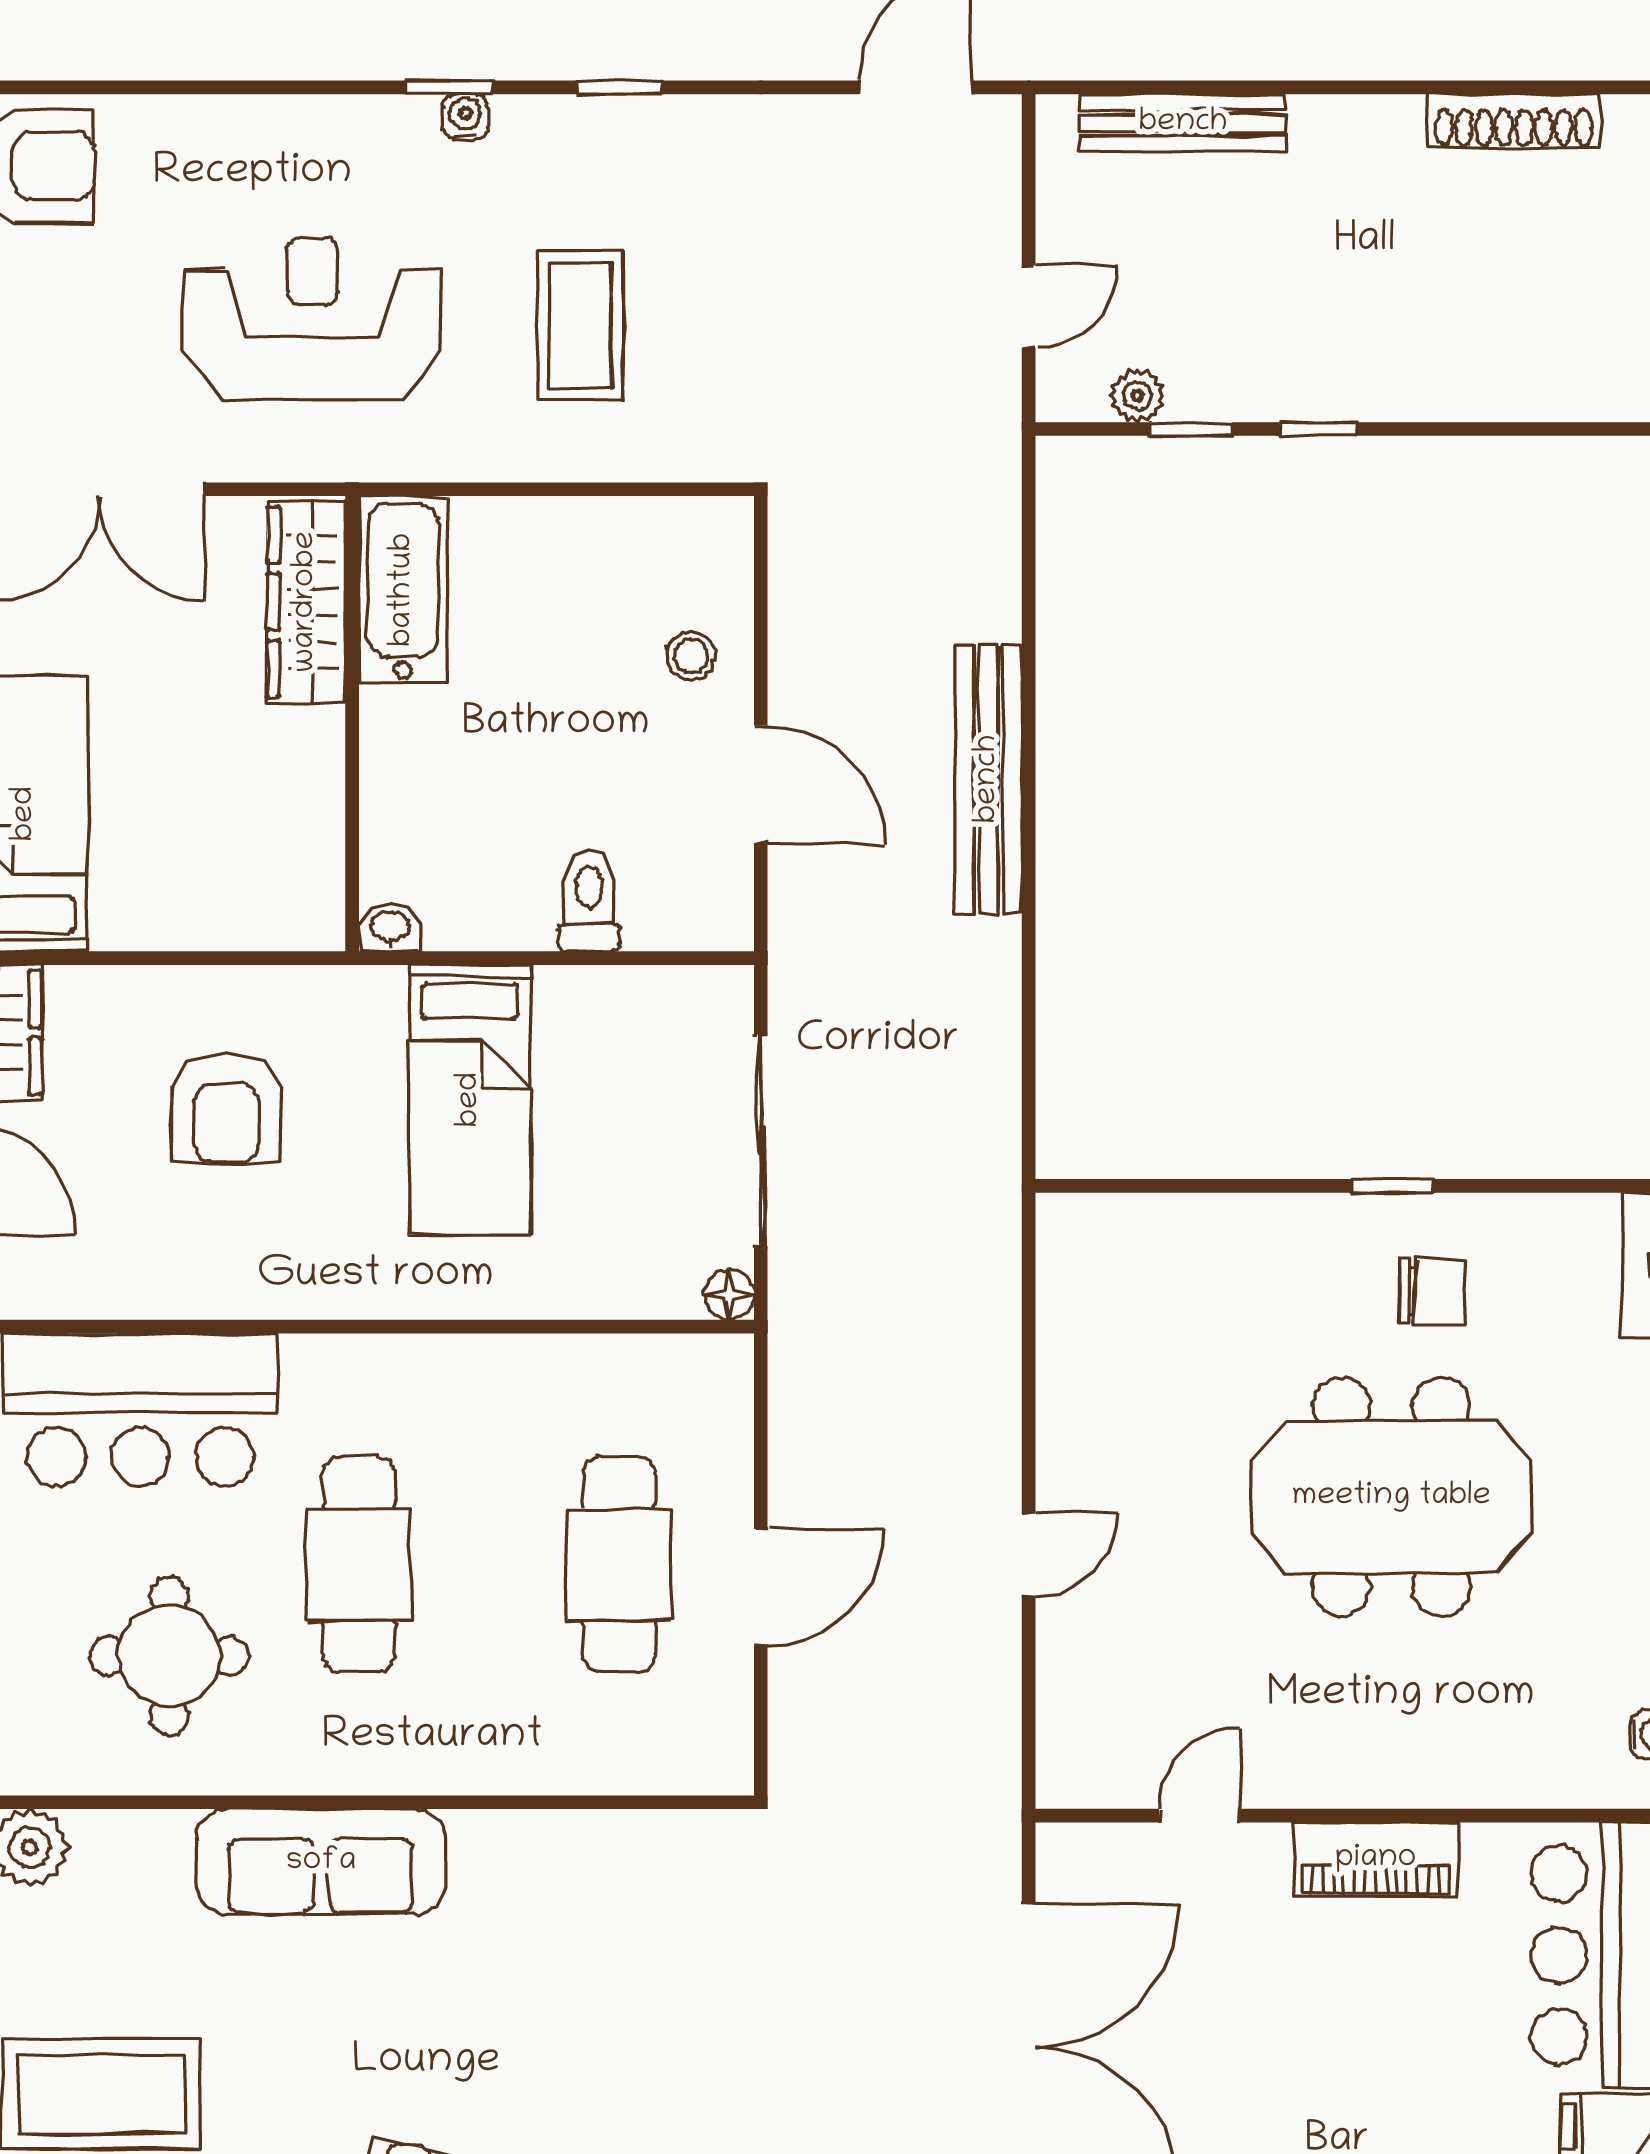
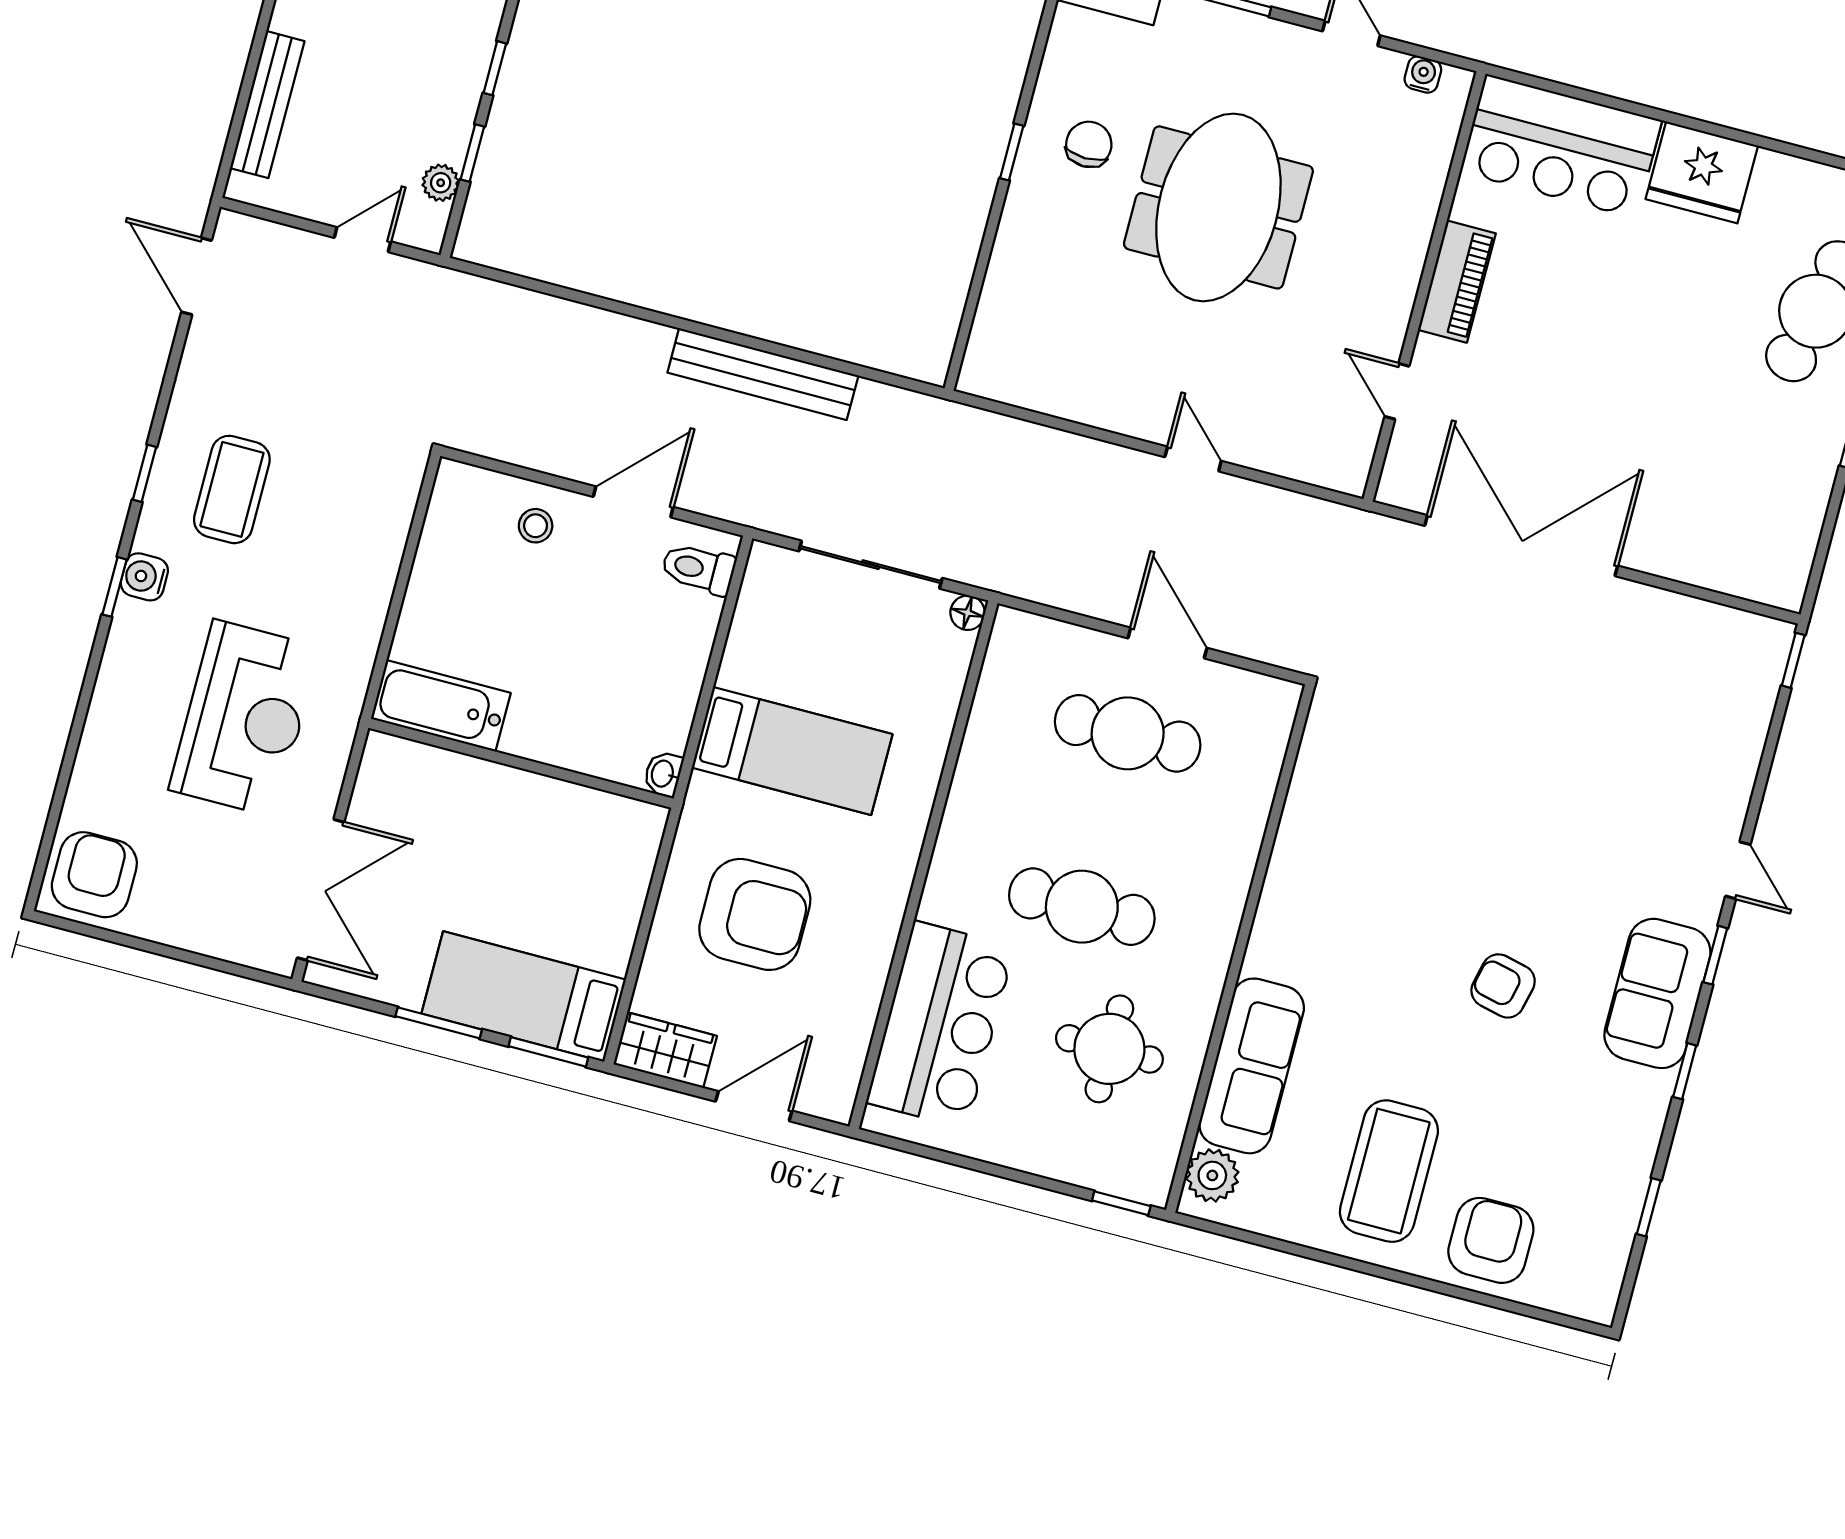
water cooler: (465, 117) -> (144, 577), width x1.38, depth x1.38
door: (1029, 307) -> (362, 240), hinge flipped
reception desk: (313, 318) -> (244, 718), turned 180
coffee table: (581, 326) -> (232, 489), moved, turned 90
wardrobe: (306, 602) -> (432, 772), removed
bench: (988, 779) -> (763, 374), moved
toilet: (589, 901) -> (698, 569), moved
armchair: (226, 1108) -> (755, 914), width x1.36, depth x1.36
sofa: (321, 1862) -> (1252, 1066), moved

